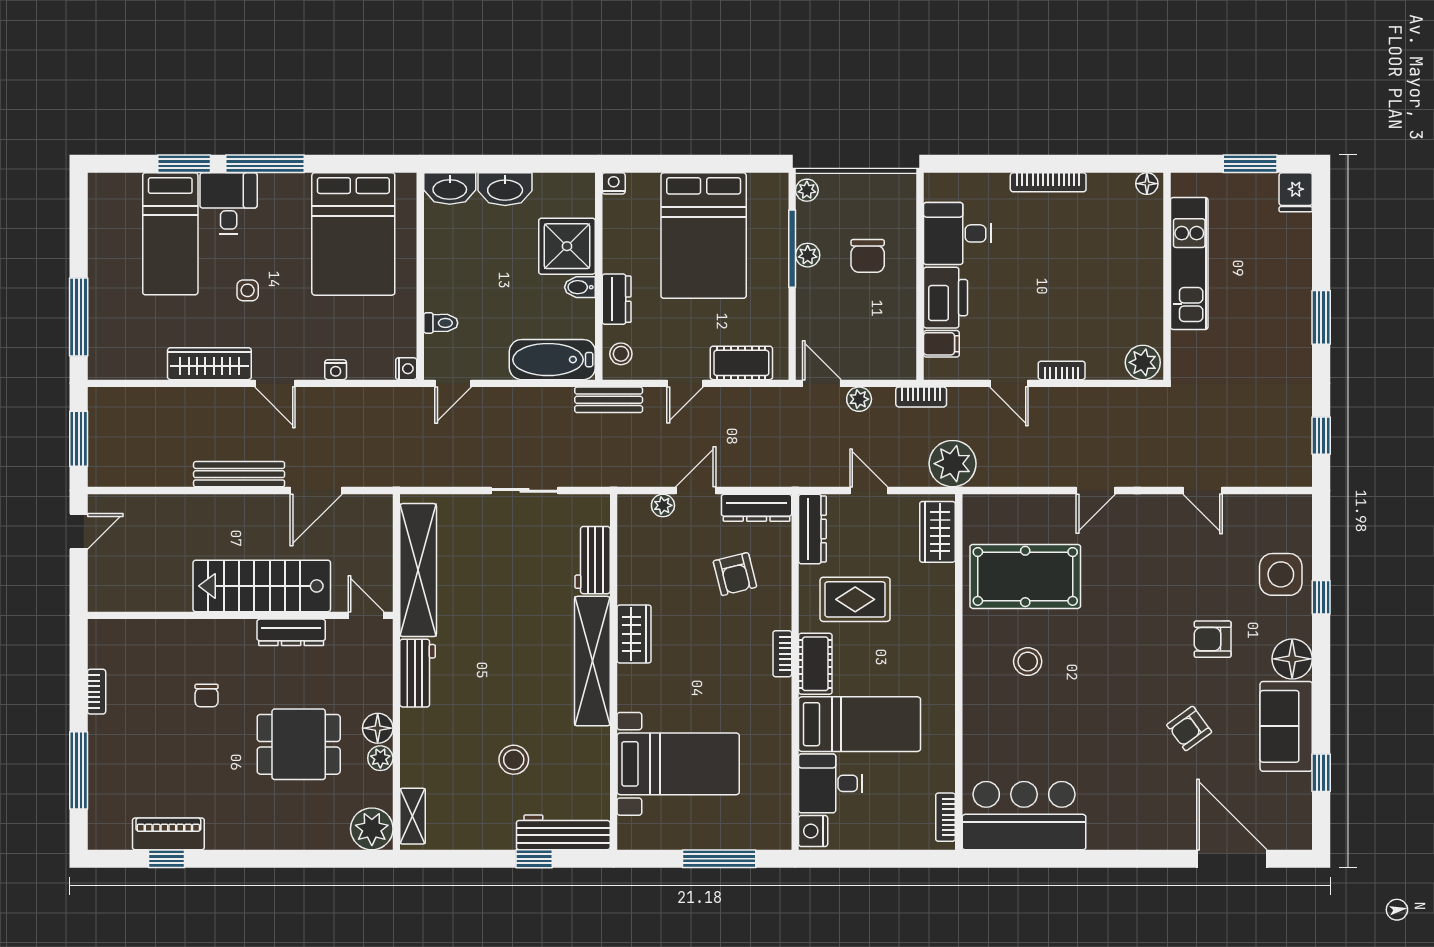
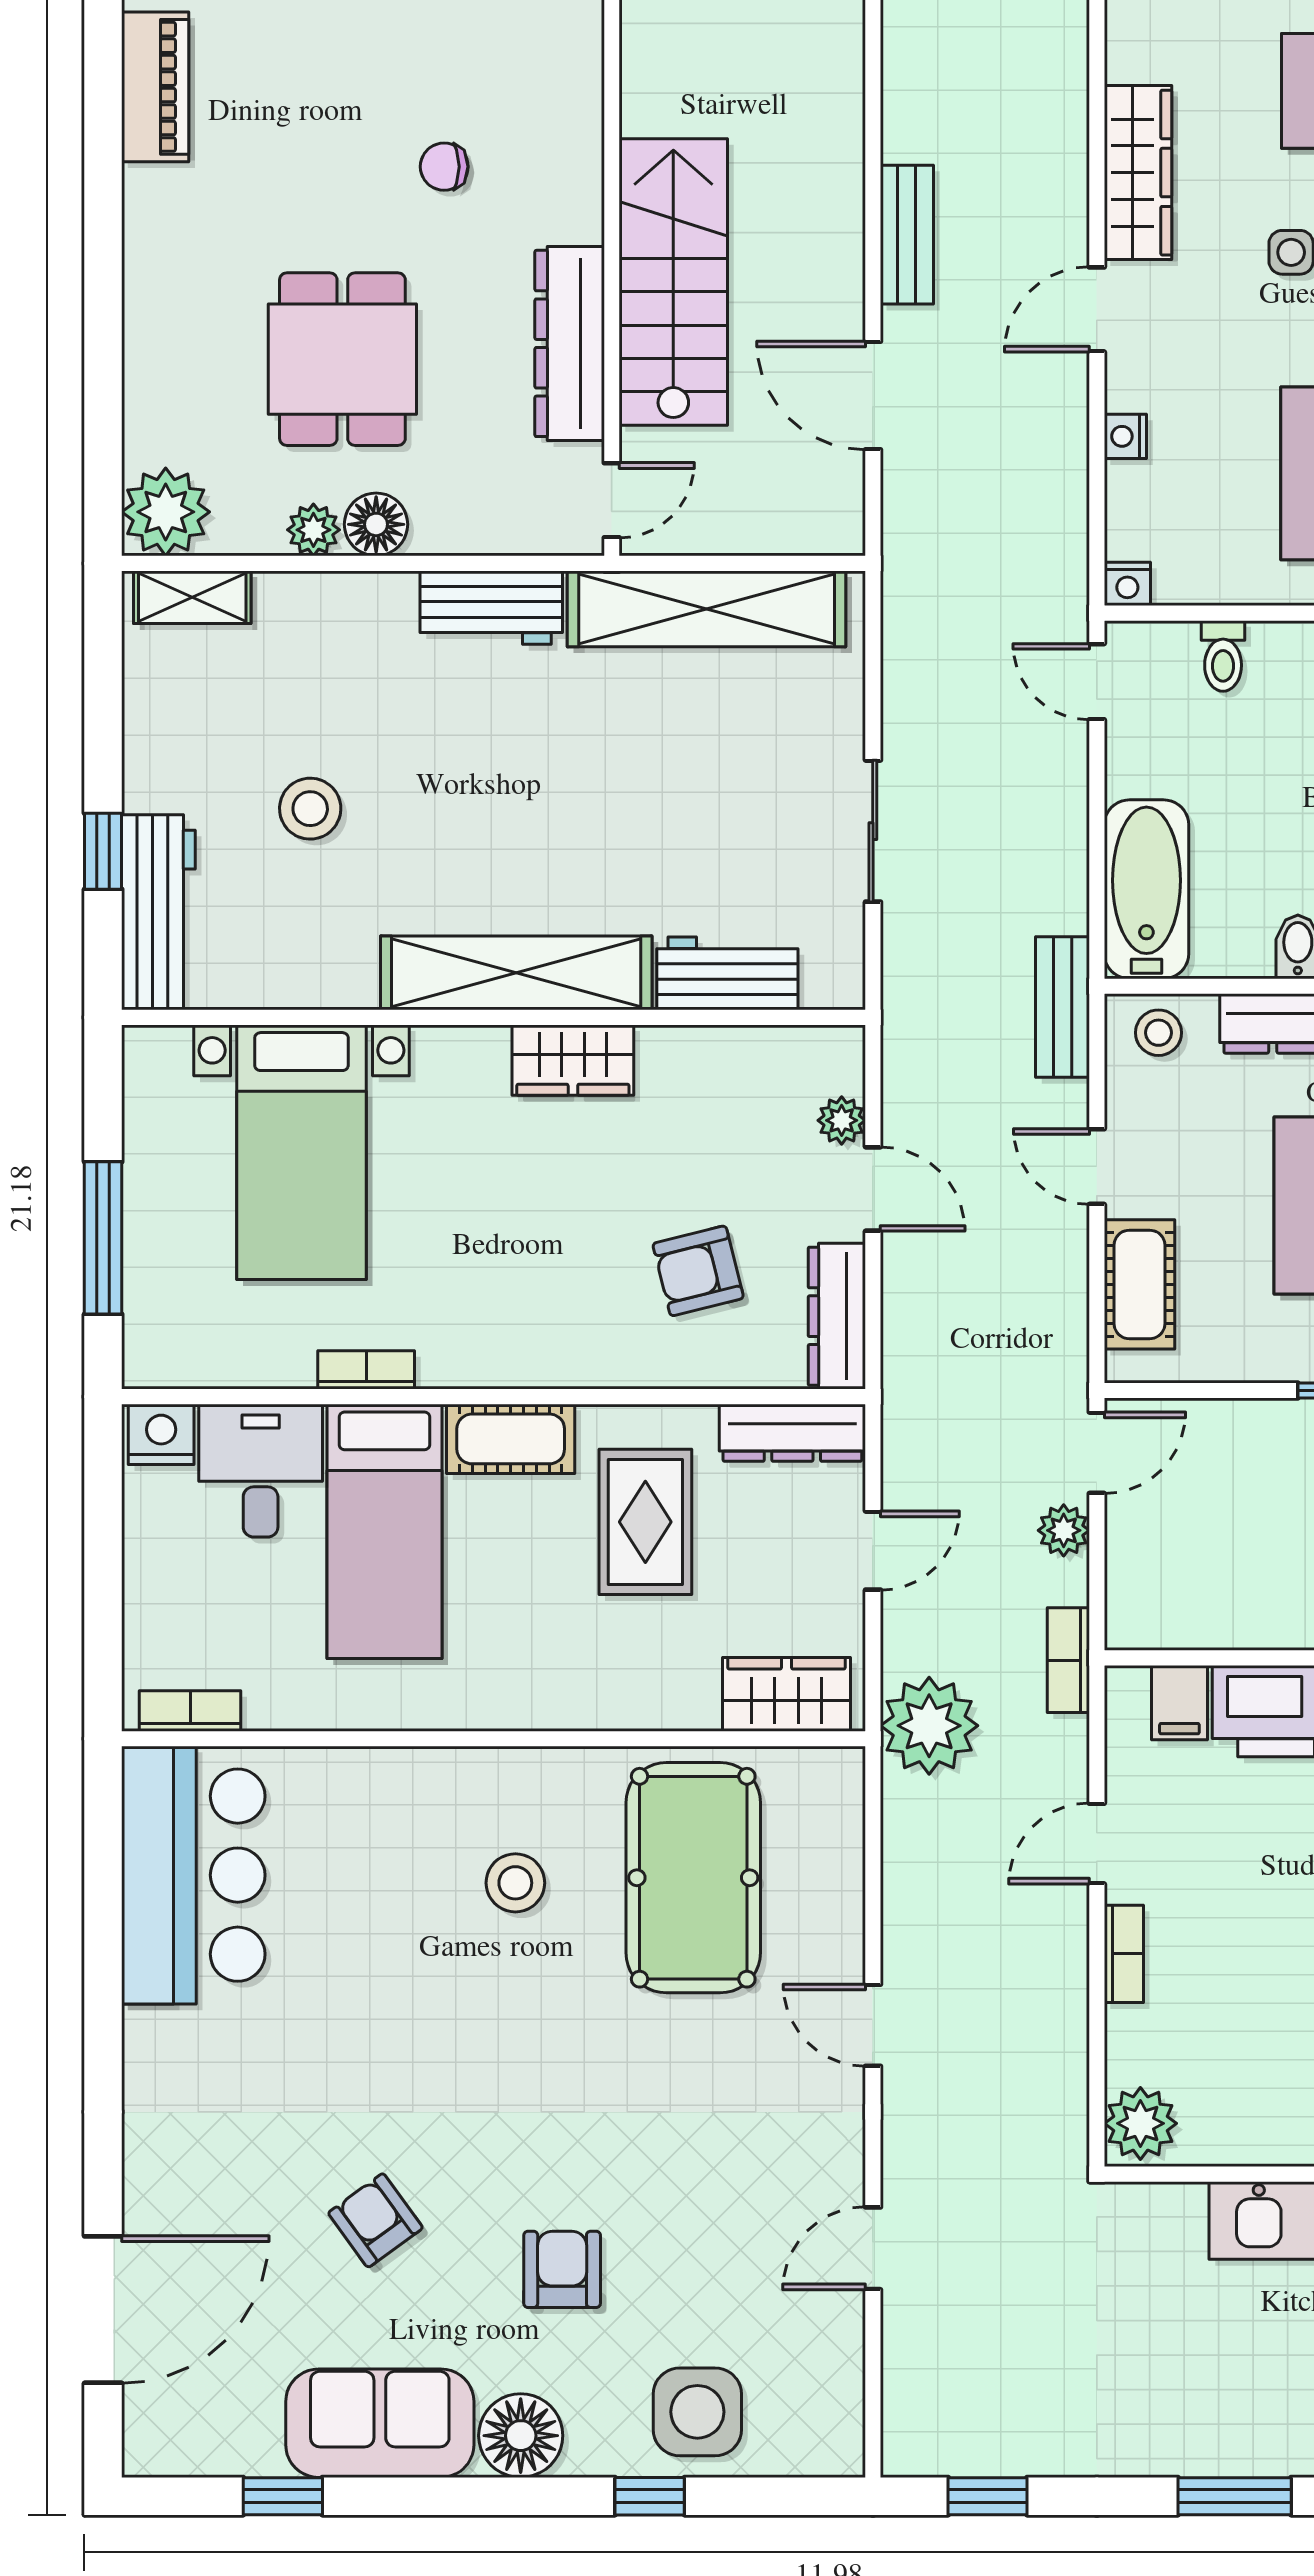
bench: (239, 474) -> (907, 235), width x0.73
dresser: (291, 632) -> (570, 343), width x1.37, depth x1.24
bookcase: (782, 654) -> (366, 1370), moved
window: (167, 859) -> (103, 83), removed

